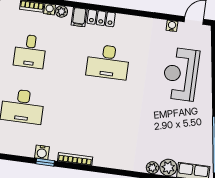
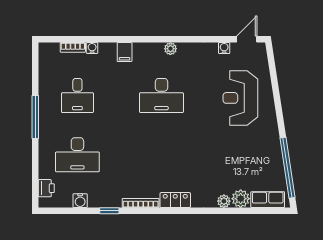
plant: (62, 11) -> (170, 49), moved
locker: (101, 18) -> (175, 200), moved, turned 180
water cooler: (42, 152) -> (80, 201), moved

